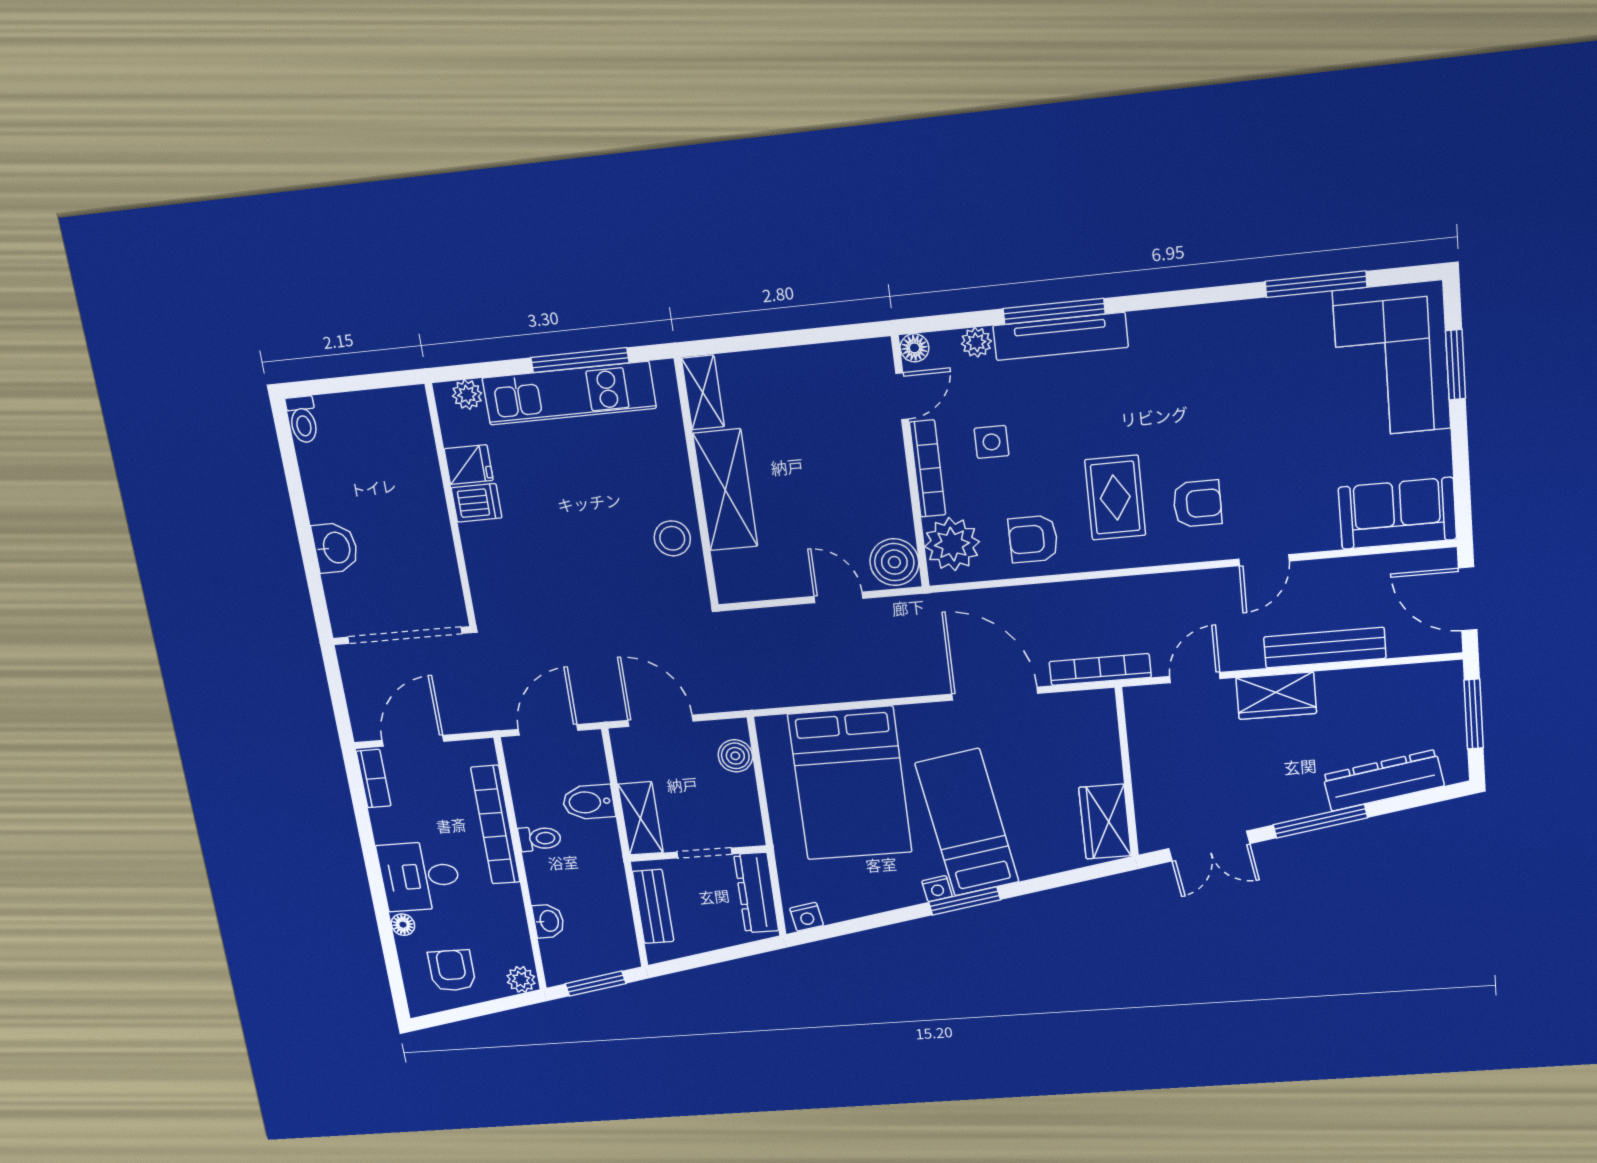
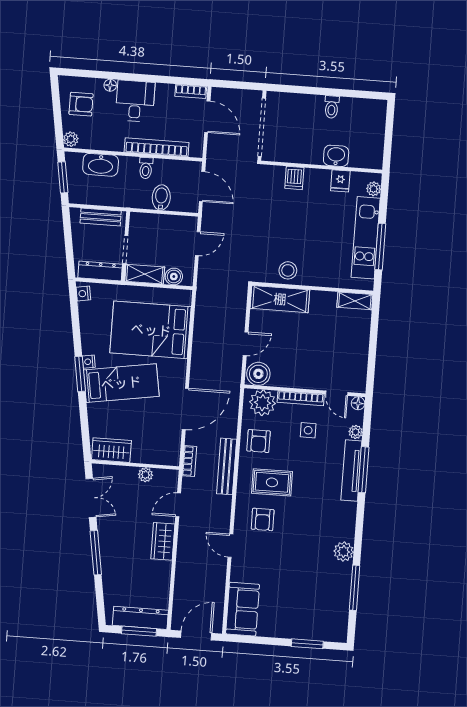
plant: (1240, 322) -> (344, 552), added
corner sofa: (1392, 360) -> (314, 616), removed
toilet: (303, 420) -> (332, 107), moved, turned -90
shelving: (725, 490) -> (280, 299), moved
dishwasher: (477, 503) -> (294, 178), moved
armchair: (1033, 539) -> (259, 441), turned 180
washbasin: (335, 548) -> (336, 156), moved, turned 180
bench: (1325, 648) -> (227, 466), moved
bookcase: (1100, 669) -> (189, 461), width x0.64
door: (1195, 678) -> (178, 505), swing flipped
door: (660, 721) -> (198, 244), width x0.73
plant: (1144, 750) -> (146, 475), added
dresser: (1383, 780) -> (140, 618), moved, turned -81
shelving: (640, 818) -> (145, 274), moved
double door: (1209, 846) -> (91, 498), swing flipped
washbasin: (548, 921) -> (101, 165), width x1.91, depth x1.45

